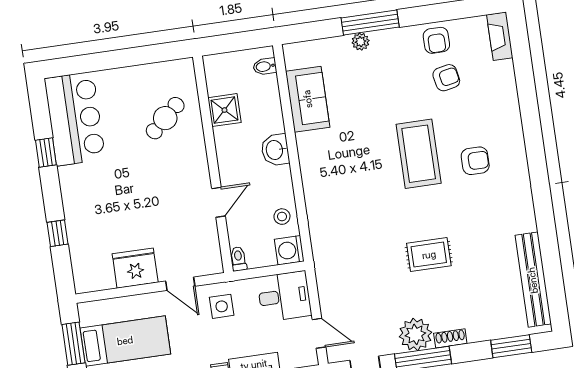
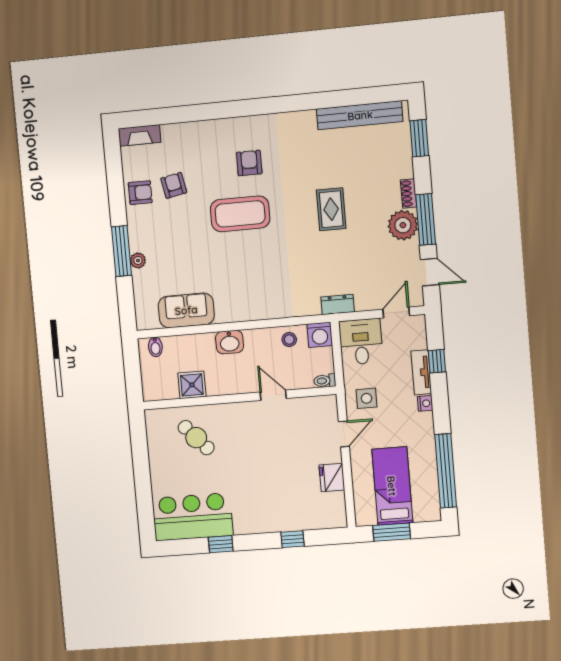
fridge: (135, 268) -> (332, 477), width x0.73, depth x0.75
dresser: (324, 268) -> (338, 304), added

